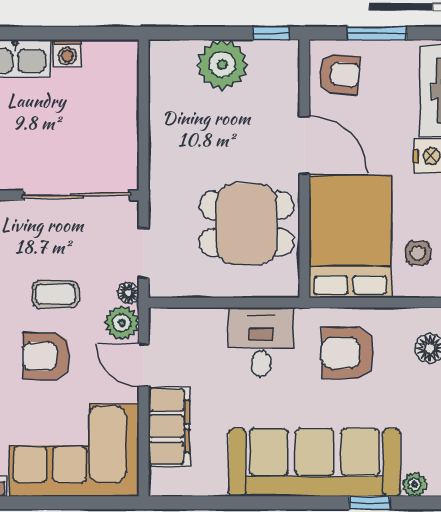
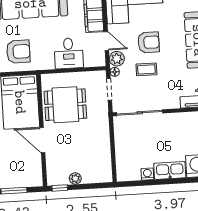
plant: (222, 65) -> (75, 178), width x0.53, depth x0.53
armchair: (339, 74) -> (29, 172), removed
desk: (261, 342) -> (69, 53), moved

